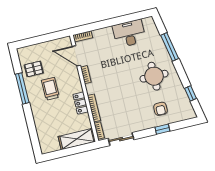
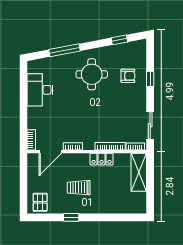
pallet: (34, 69) -> (40, 202), moved
window: (22, 88) -> (71, 217), width x0.46

